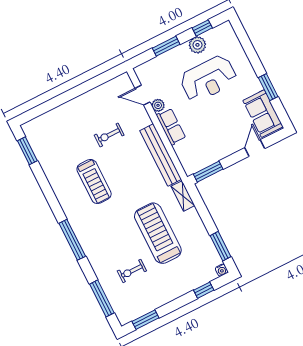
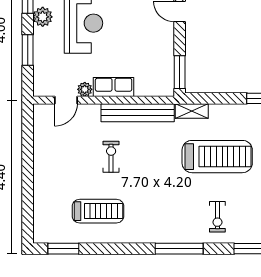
exercise bike: (109, 135) -> (111, 157), moved, turned 180
treadmill: (94, 182) -> (98, 211), moved
treadmill: (158, 233) -> (217, 157), turned 180
exercise bike: (132, 271) -> (217, 217), moved

